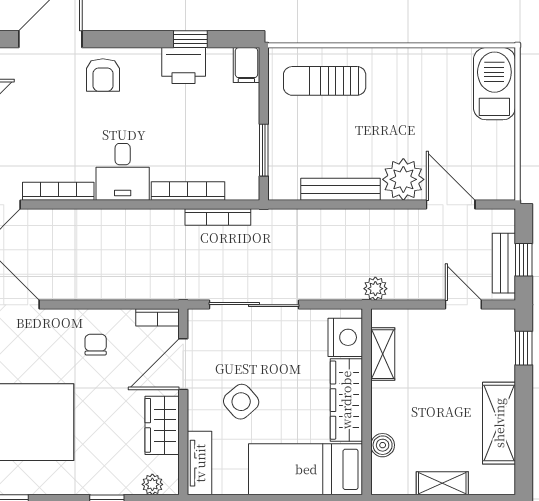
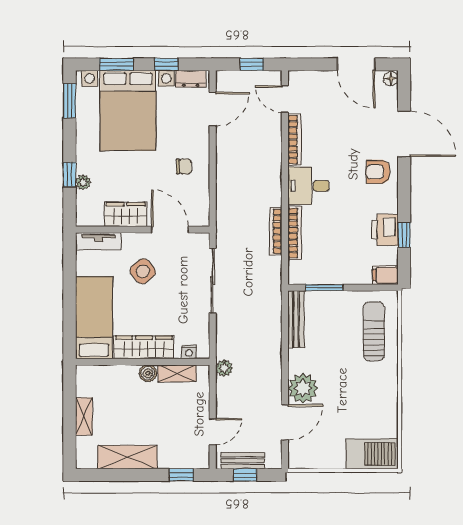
bench: (341, 189) -> (296, 319), moved
bookcase: (218, 217) -> (276, 231), moved
bookcase: (157, 317) -> (203, 211), removed
nightstand: (345, 337) -> (189, 352), width x0.53, depth x0.56
boiler: (383, 445) -> (148, 373), moved
plant: (152, 484) -> (83, 182), moved

